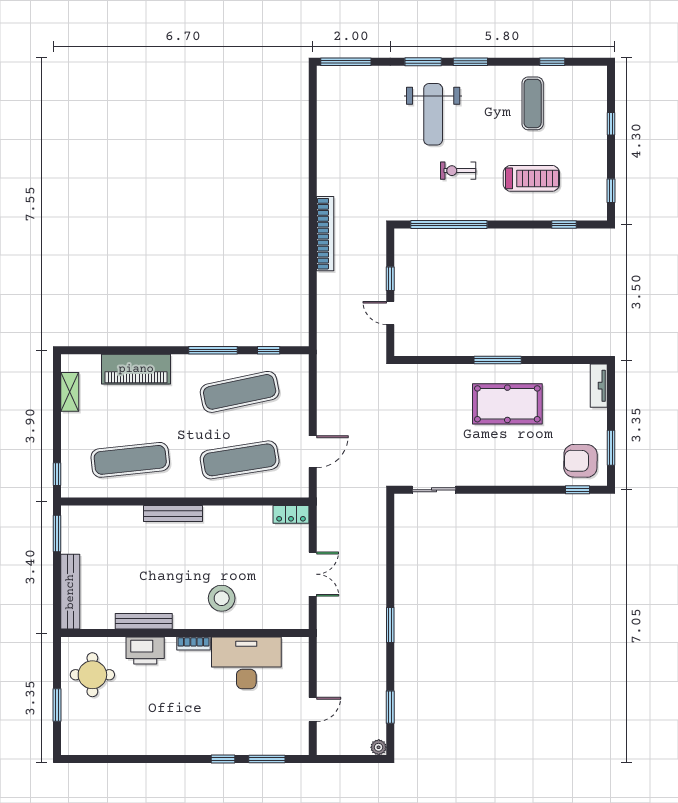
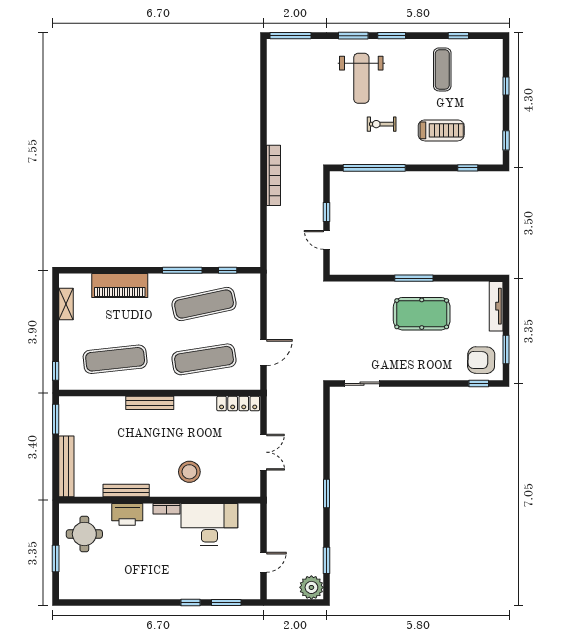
tv unit: (599, 386) -> (496, 306), width x1.41
locker: (291, 514) -> (238, 404), width x1.53
plant: (379, 747) -> (311, 587), width x1.87, depth x1.87

